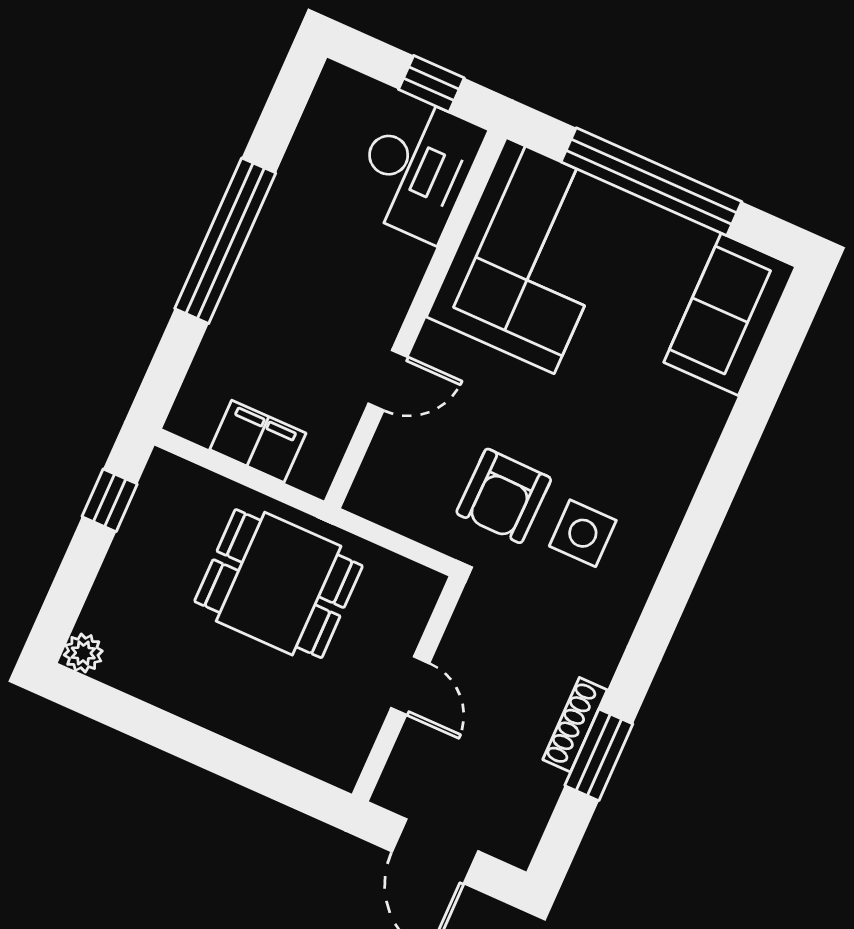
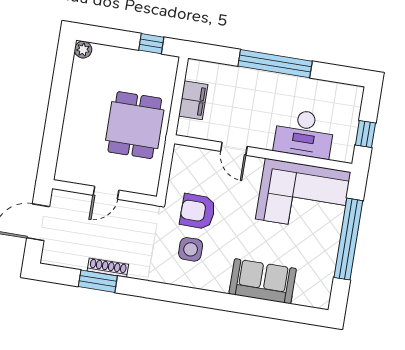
desk: (417, 168) -> (304, 134), moved
sofa: (730, 314) -> (263, 281), moved

